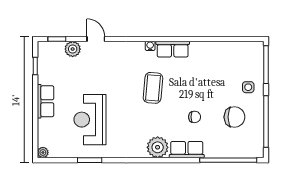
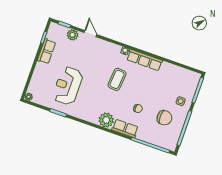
row of seats: (173, 49) -> (144, 60), width x1.48
row of seats: (46, 101) -> (47, 51), moved

